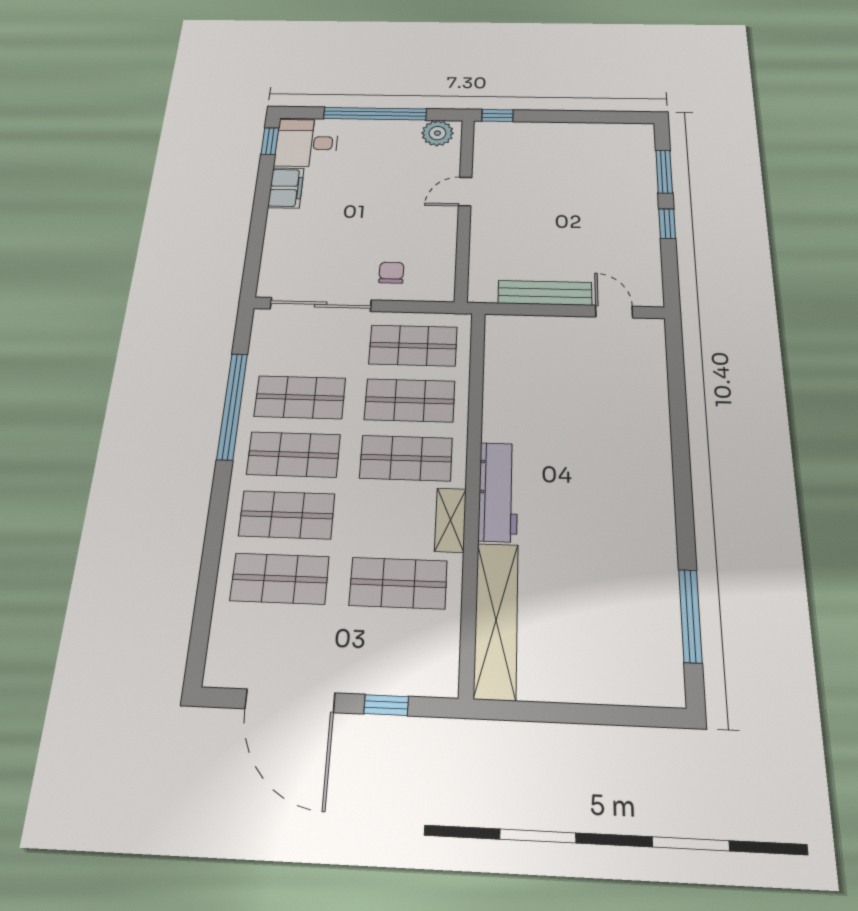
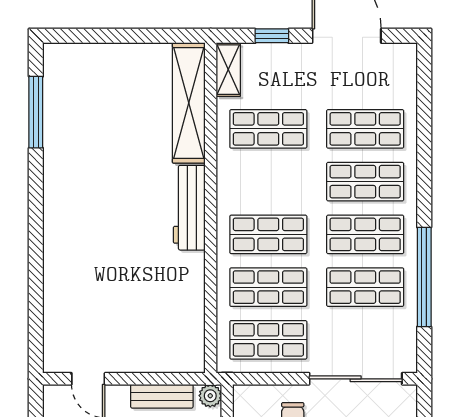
plant: (480, 292) -> (210, 396), added
bench: (545, 293) -> (162, 396), width x0.73
shelving: (450, 520) -> (228, 70), moved

